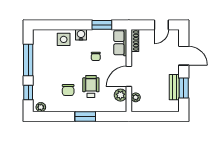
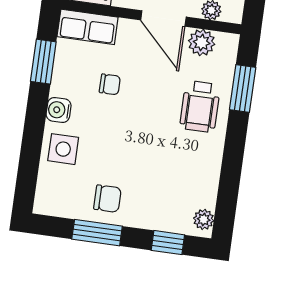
window: (28, 60) -> (97, 233), width x0.69
wheelchair: (91, 87) -> (200, 107), moved, turned -90
chair: (68, 90) -> (107, 199), moved
window: (85, 116) -> (243, 89), moved

